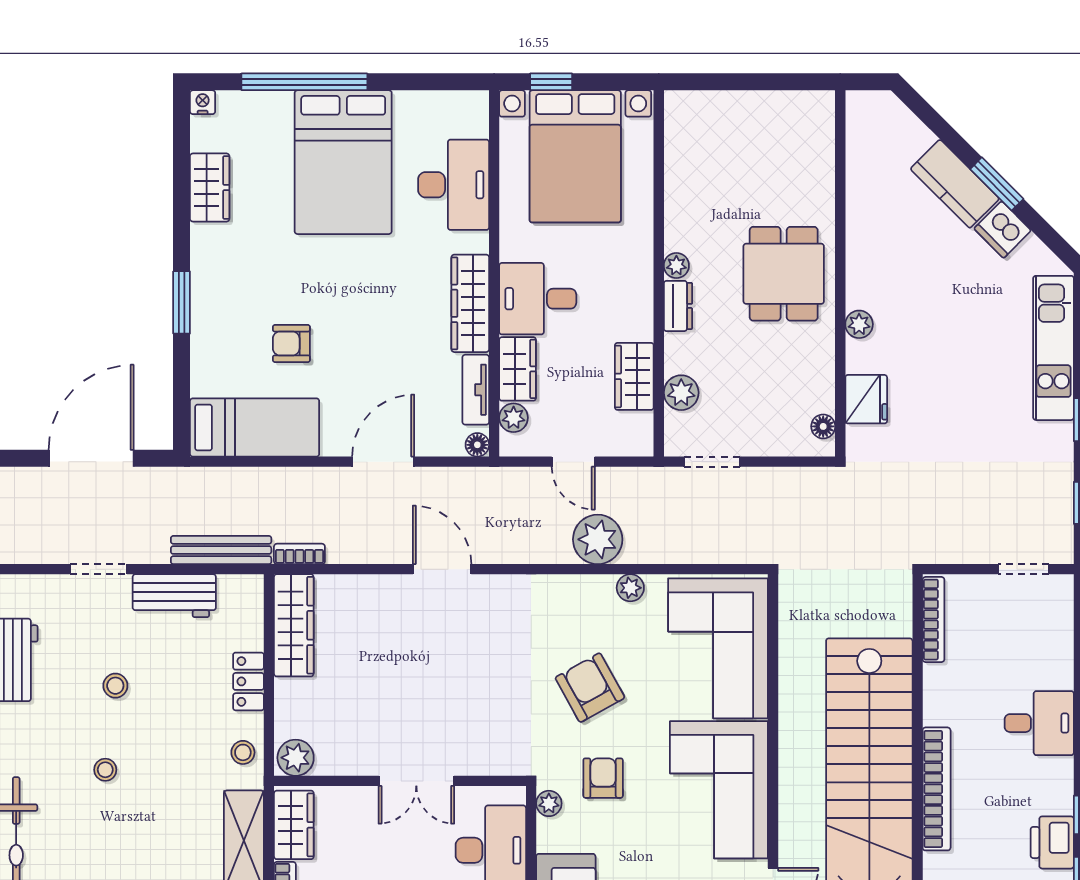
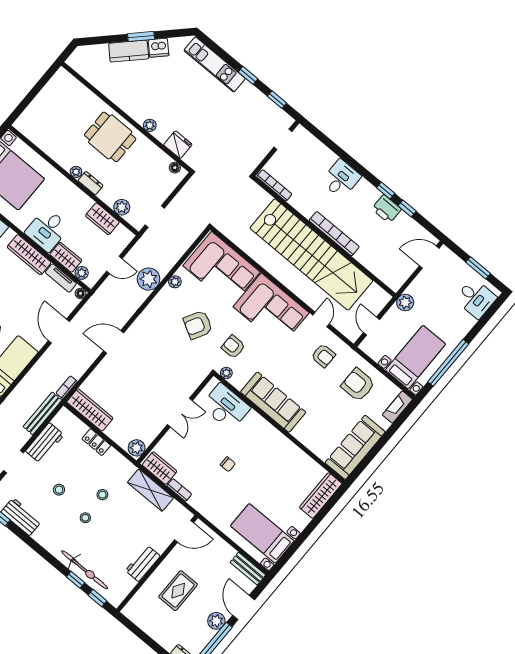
armchair: (590, 688) -> (198, 325), turned -32
stool: (243, 752) -> (102, 495), moved

